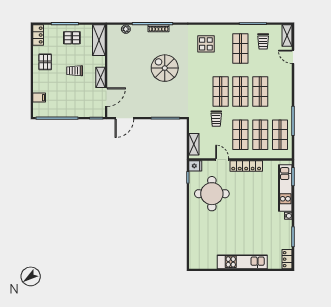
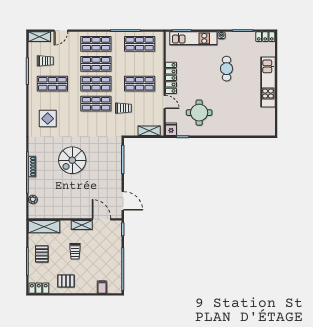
shop shelf: (260, 135) -> (96, 44), moved
door: (222, 160) -> (165, 102), swing flipped
round table: (212, 194) -> (199, 113), width x0.73, depth x0.73
cafe table: (255, 221) -> (227, 69), added

